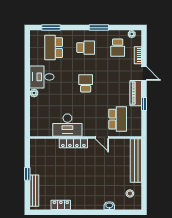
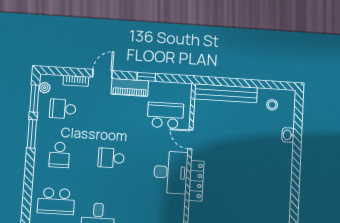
window: (51, 28) -> (34, 99), moved
school desk: (86, 48) -> (59, 155), turned 180
school desk: (118, 48) -> (63, 109), turned 180
desk: (67, 125) -> (171, 172), moved
door: (102, 137) -> (190, 139), swing flipped
locker: (61, 205) -> (284, 204), removed

